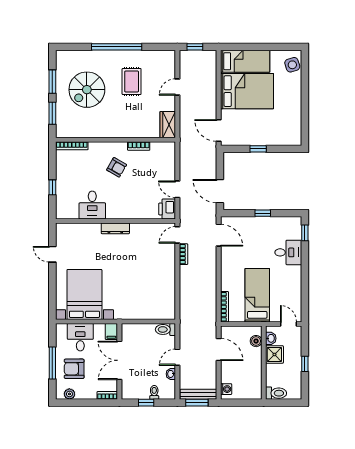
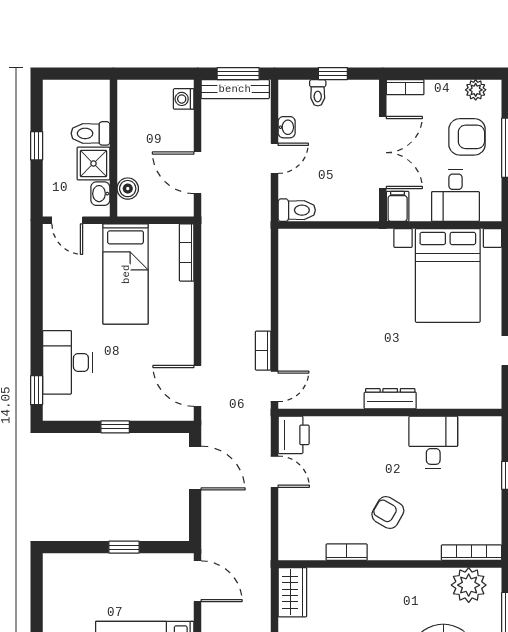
plant: (73, 128) -> (469, 585), added
desk: (288, 252) -> (68, 362), width x1.37
toilet: (276, 393) -> (91, 133), moved

